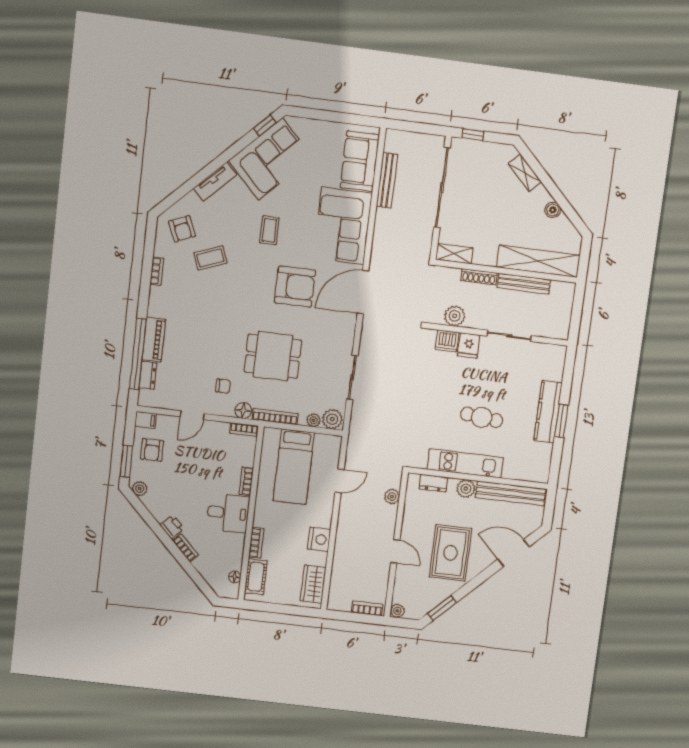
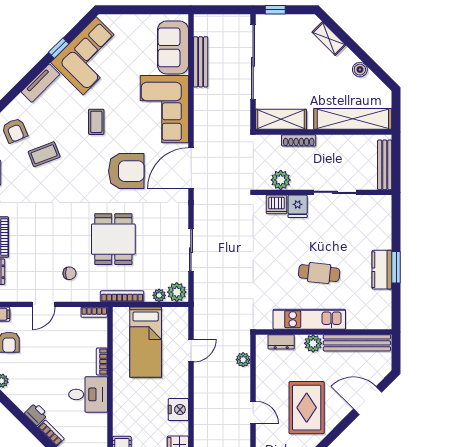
window: (265, 126) -> (59, 48), moved
shelving: (454, 254) -> (281, 119), width x1.50, depth x1.33
bench: (524, 284) -> (385, 165), moved, turned 90
dining table: (273, 356) -> (113, 239), turned 90
floor lamp: (243, 410) -> (91, 294), removed
kitchen counter: (548, 412) -> (382, 270), width x0.67
bookcase: (256, 543) -> (118, 420), removed

